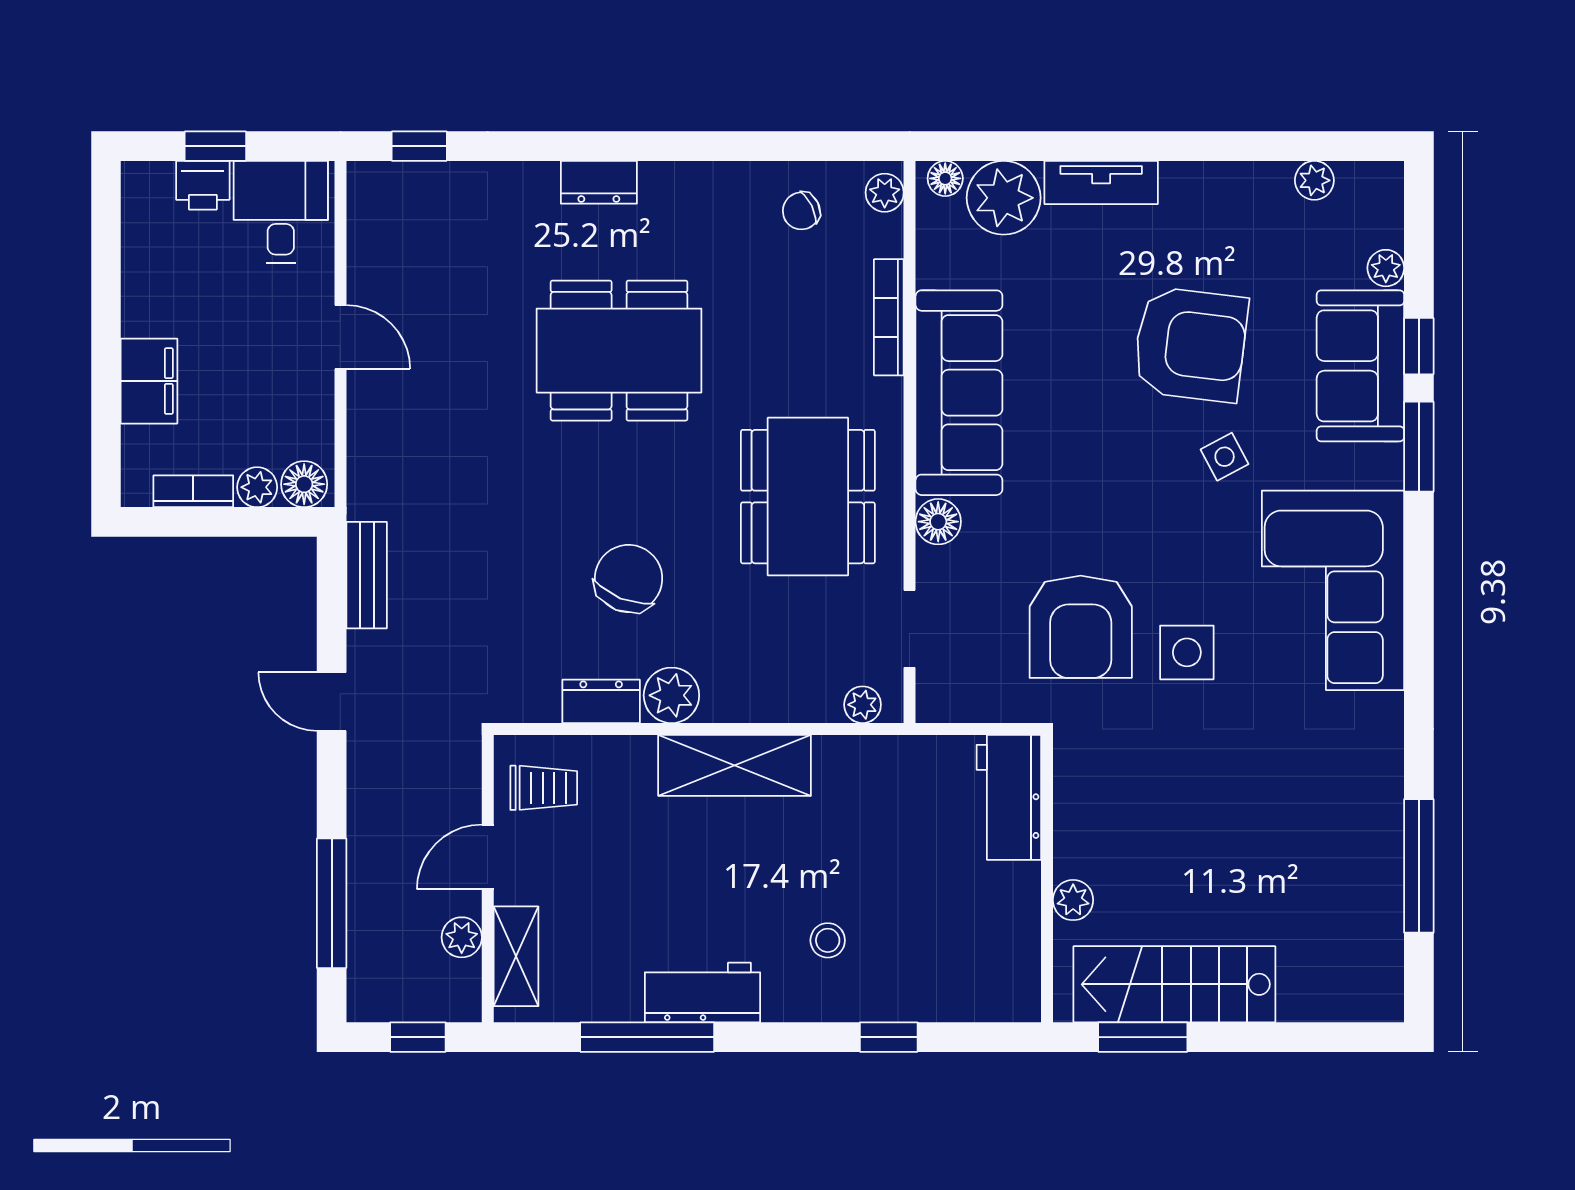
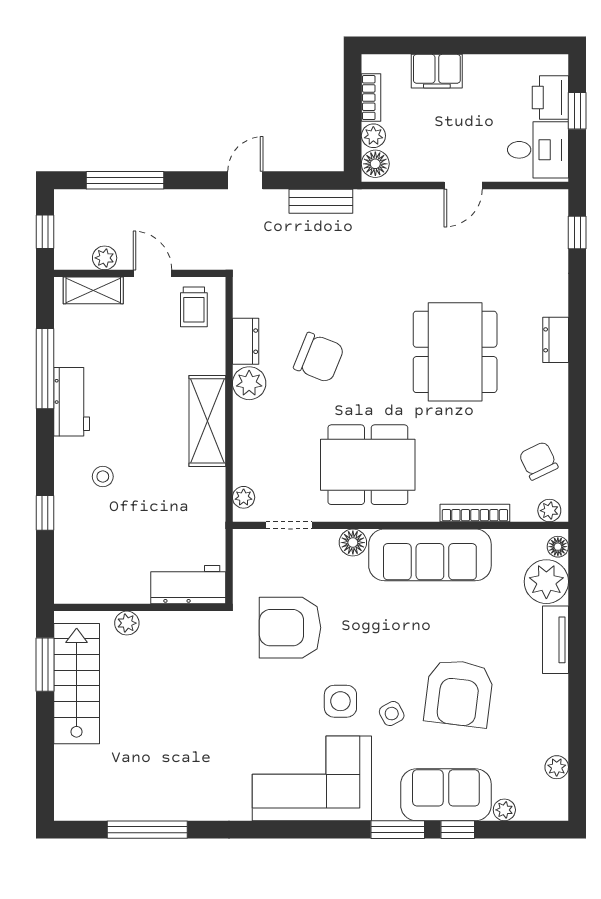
printer: (203, 185) -> (550, 97), width x1.36, depth x1.24
chair: (801, 211) -> (538, 461), width x1.37, depth x1.37
side table: (1187, 652) -> (340, 701), moved

